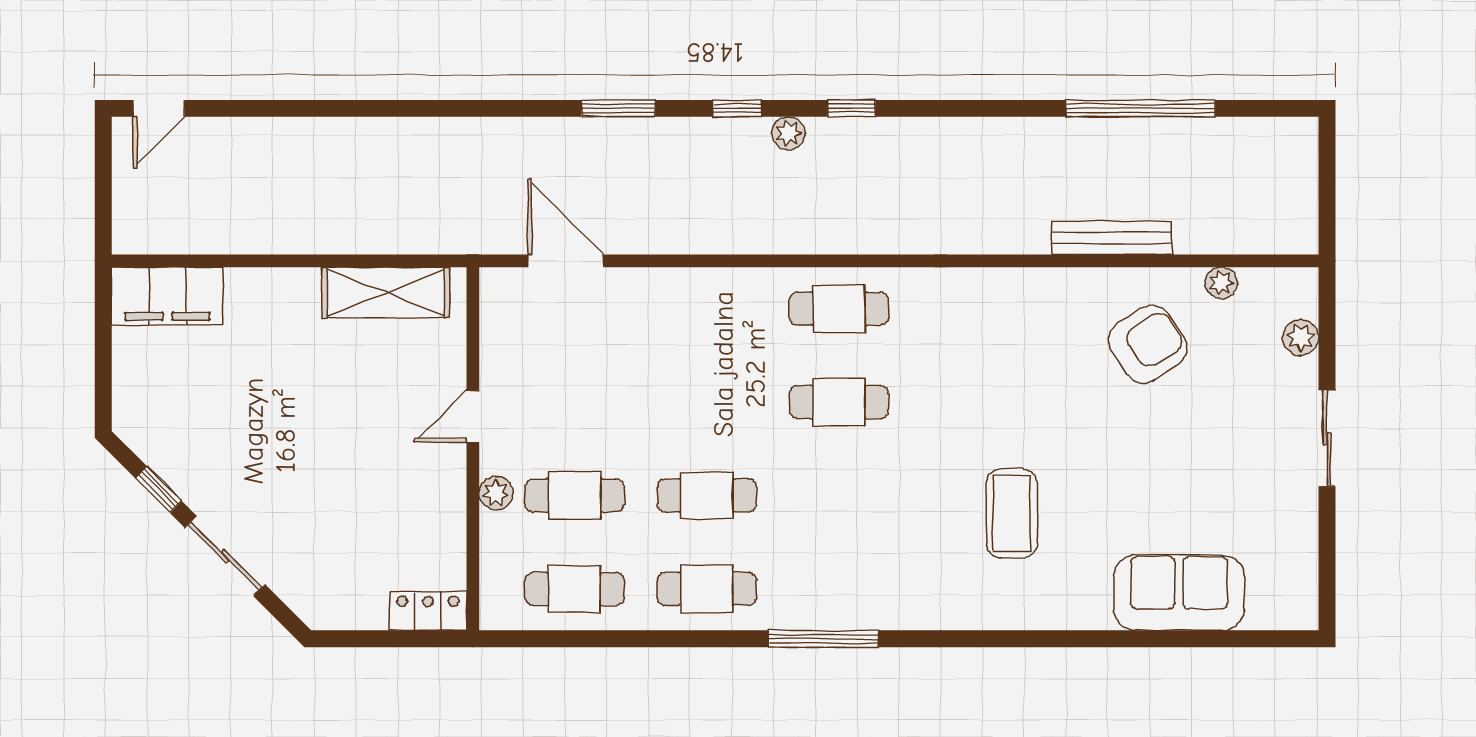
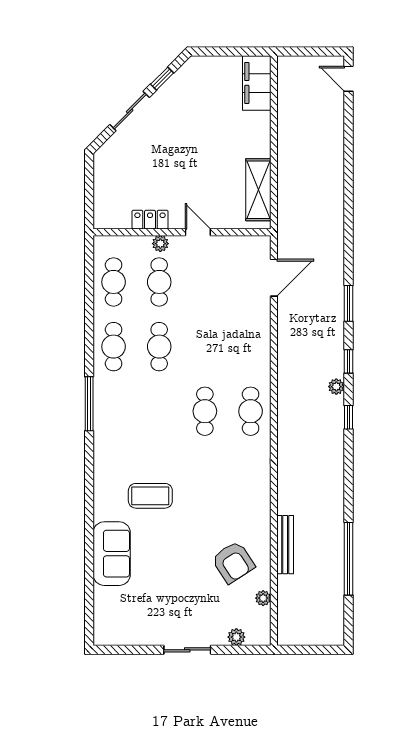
sofa: (1179, 593) -> (112, 554), moved
locker: (428, 611) -> (150, 220), moved, turned -90

